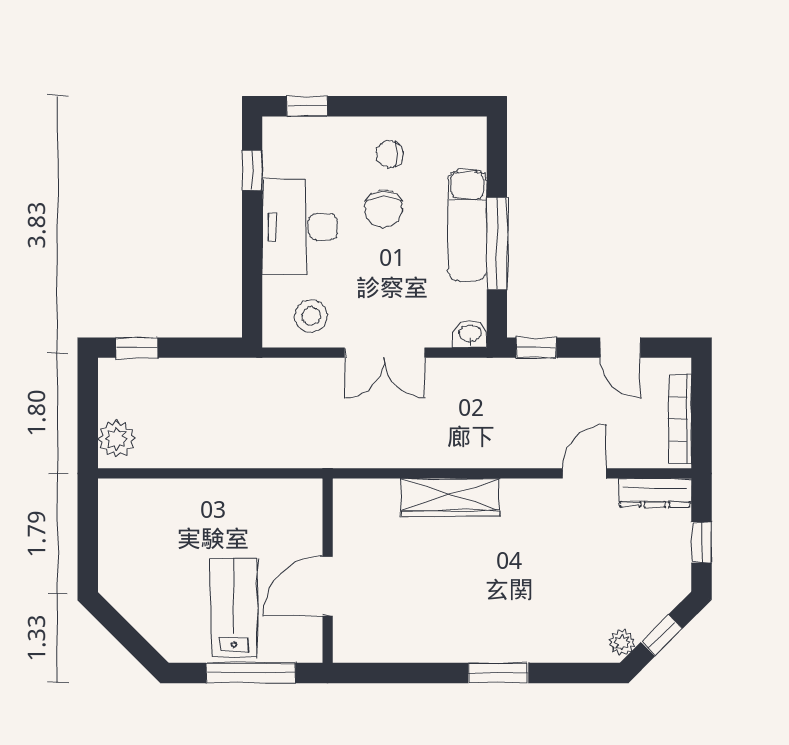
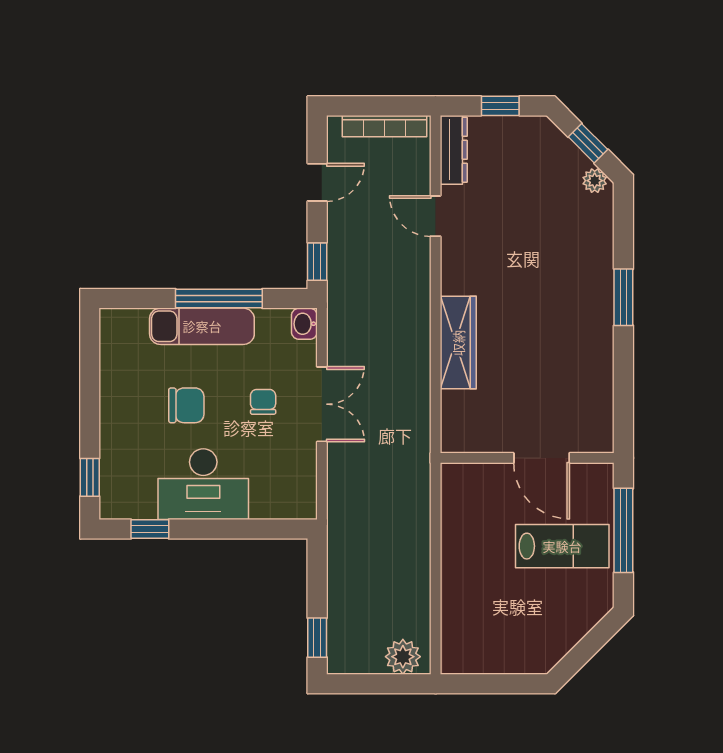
chair: (390, 154) -> (263, 402), moved, turned 180
stool: (311, 316) -> (287, 474), removed
lab bench: (234, 608) -> (562, 546), turned 180

